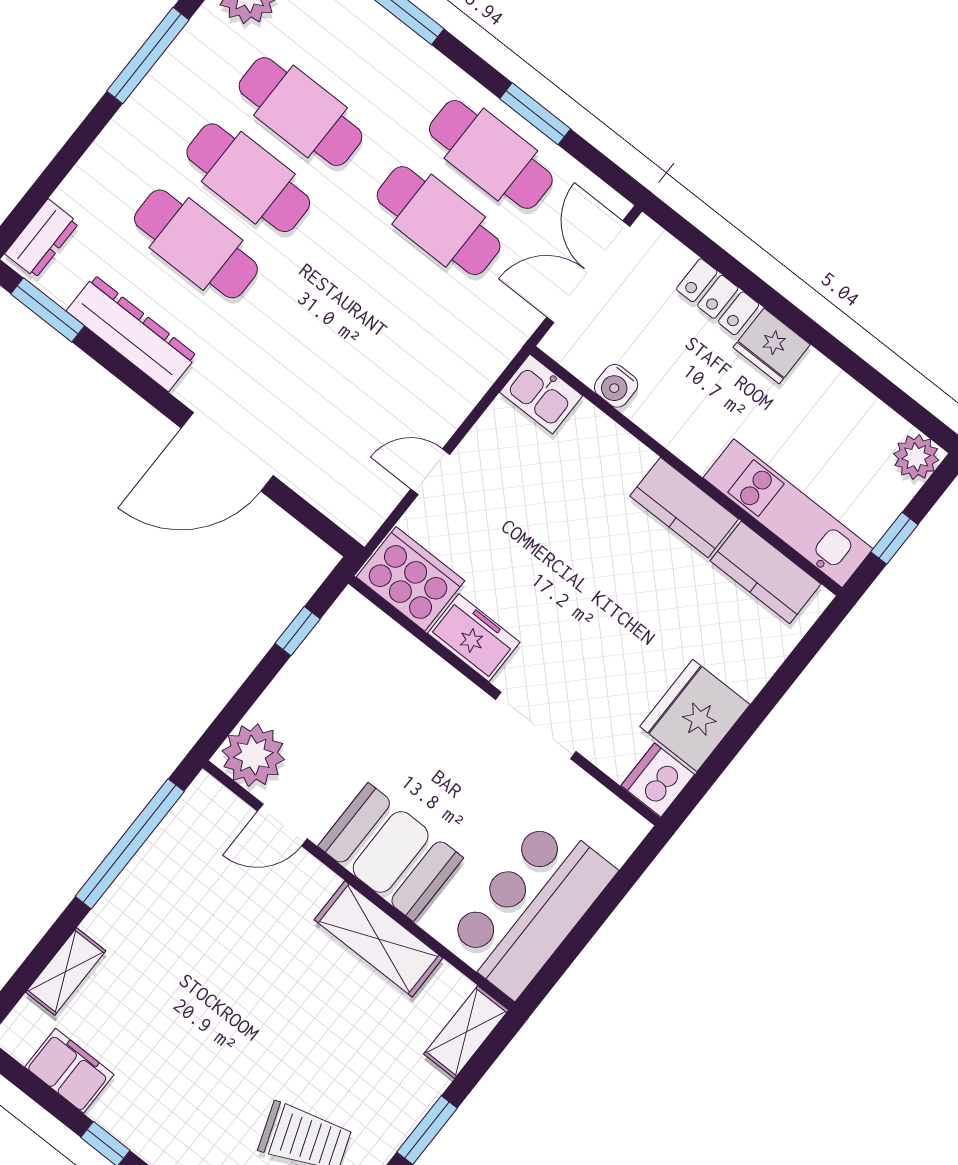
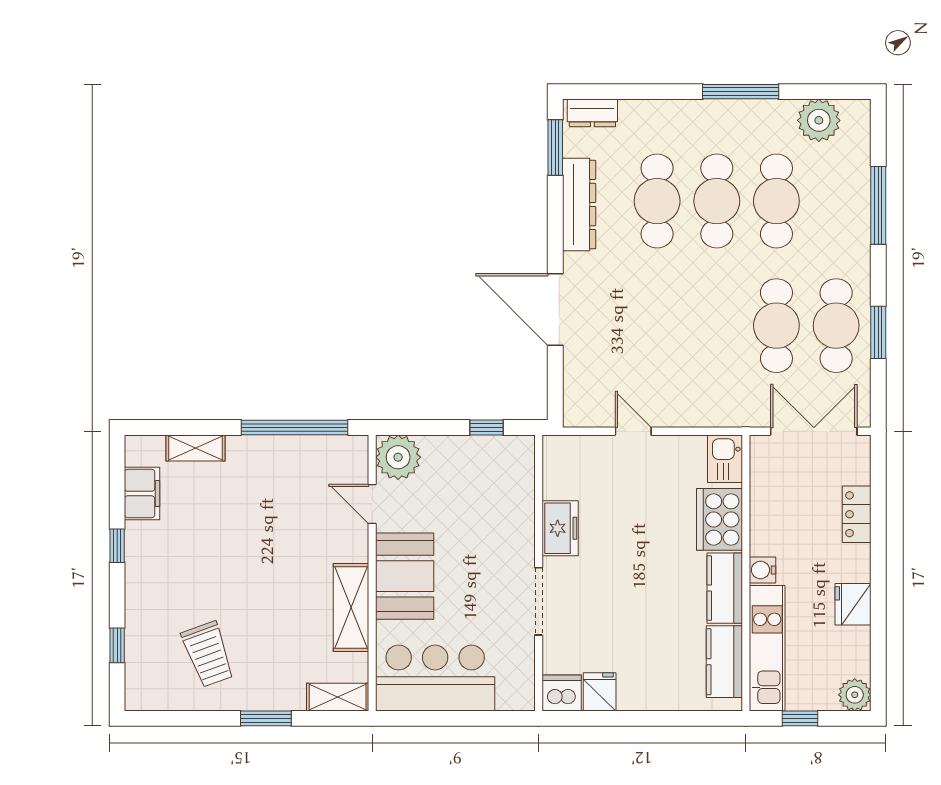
fridge: (772, 346) -> (853, 604), moved
water cooler: (616, 386) -> (763, 570), moved
cooker: (410, 579) -> (720, 519), moved, turned 180
fridge: (695, 716) -> (600, 692), width x0.53, depth x0.75

